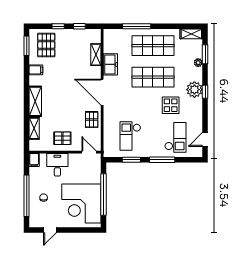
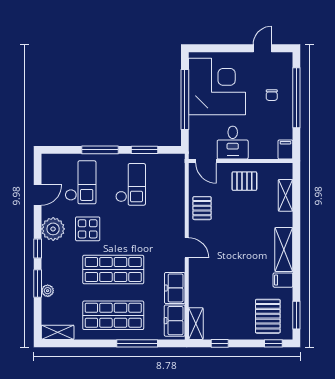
window: (58, 26) -> (273, 343), moved
freezer: (111, 42) -> (175, 321), added
window: (205, 54) -> (38, 283), moved
shelving: (96, 55) -> (196, 324), moved
plant: (194, 90) -> (53, 229), moved
door: (102, 92) -> (187, 248), width x0.53
shelving: (35, 101) -> (284, 249), moved
checkout: (130, 136) -> (131, 184), moved
checkout: (175, 137) -> (81, 182), turned 180
door: (205, 139) -> (38, 195), moved
desk: (57, 165) -> (233, 143), moved

